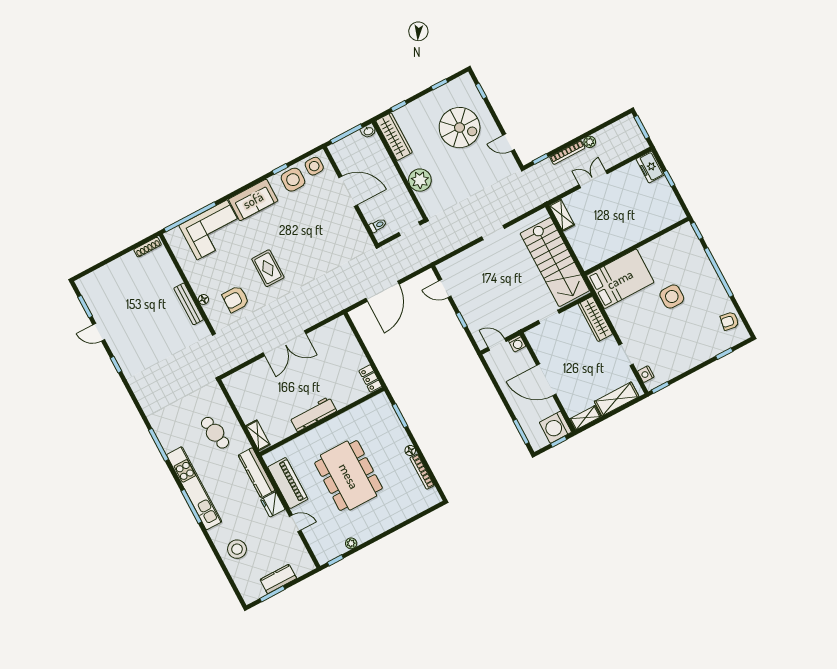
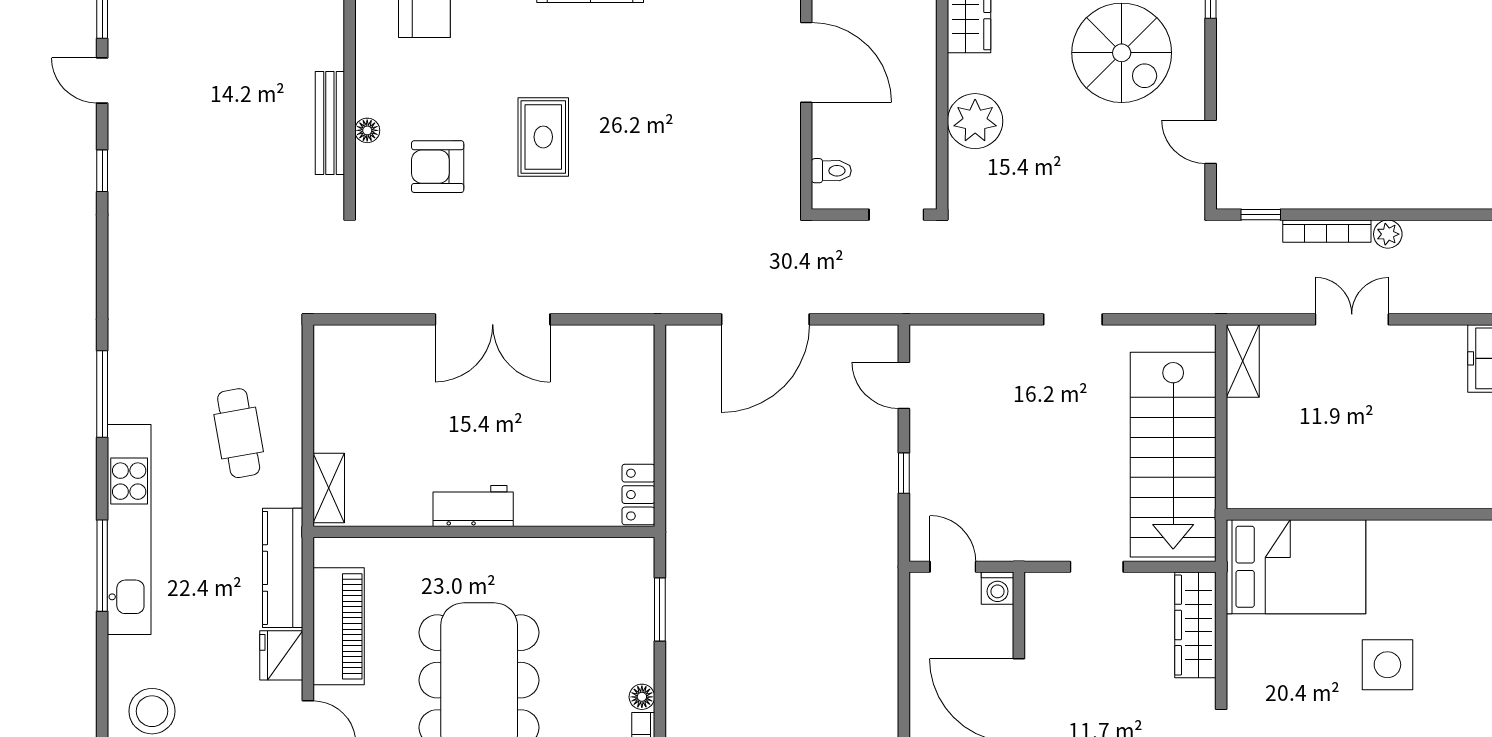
workbench: (313, 414) -> (473, 506), width x0.73

